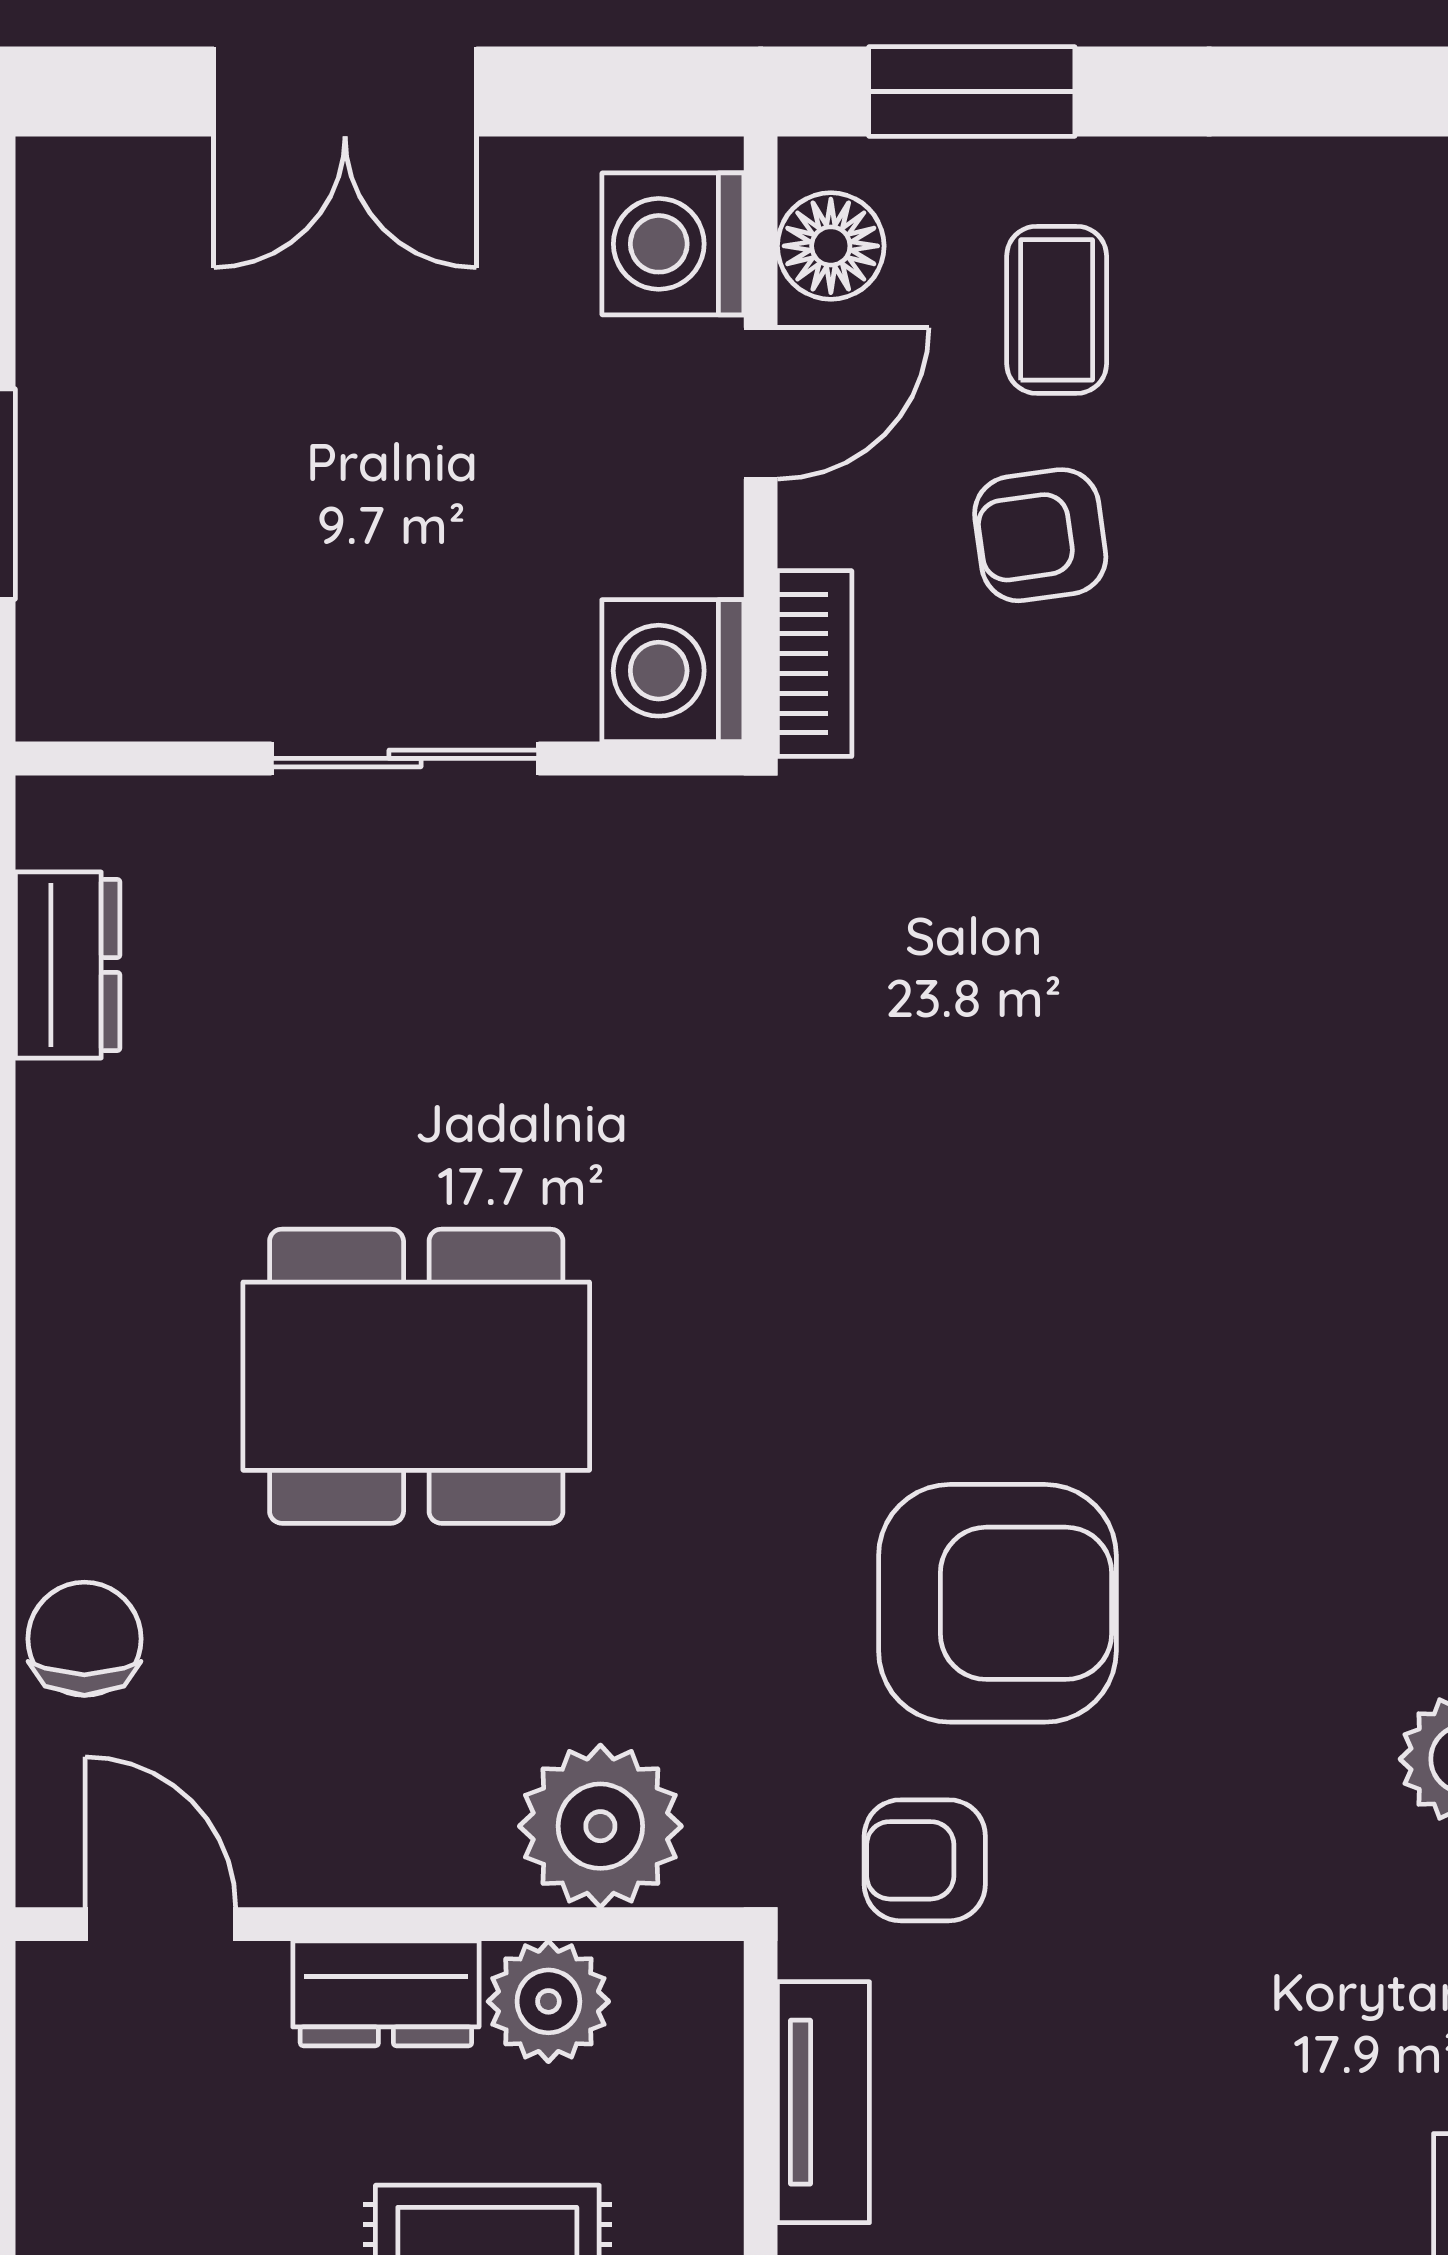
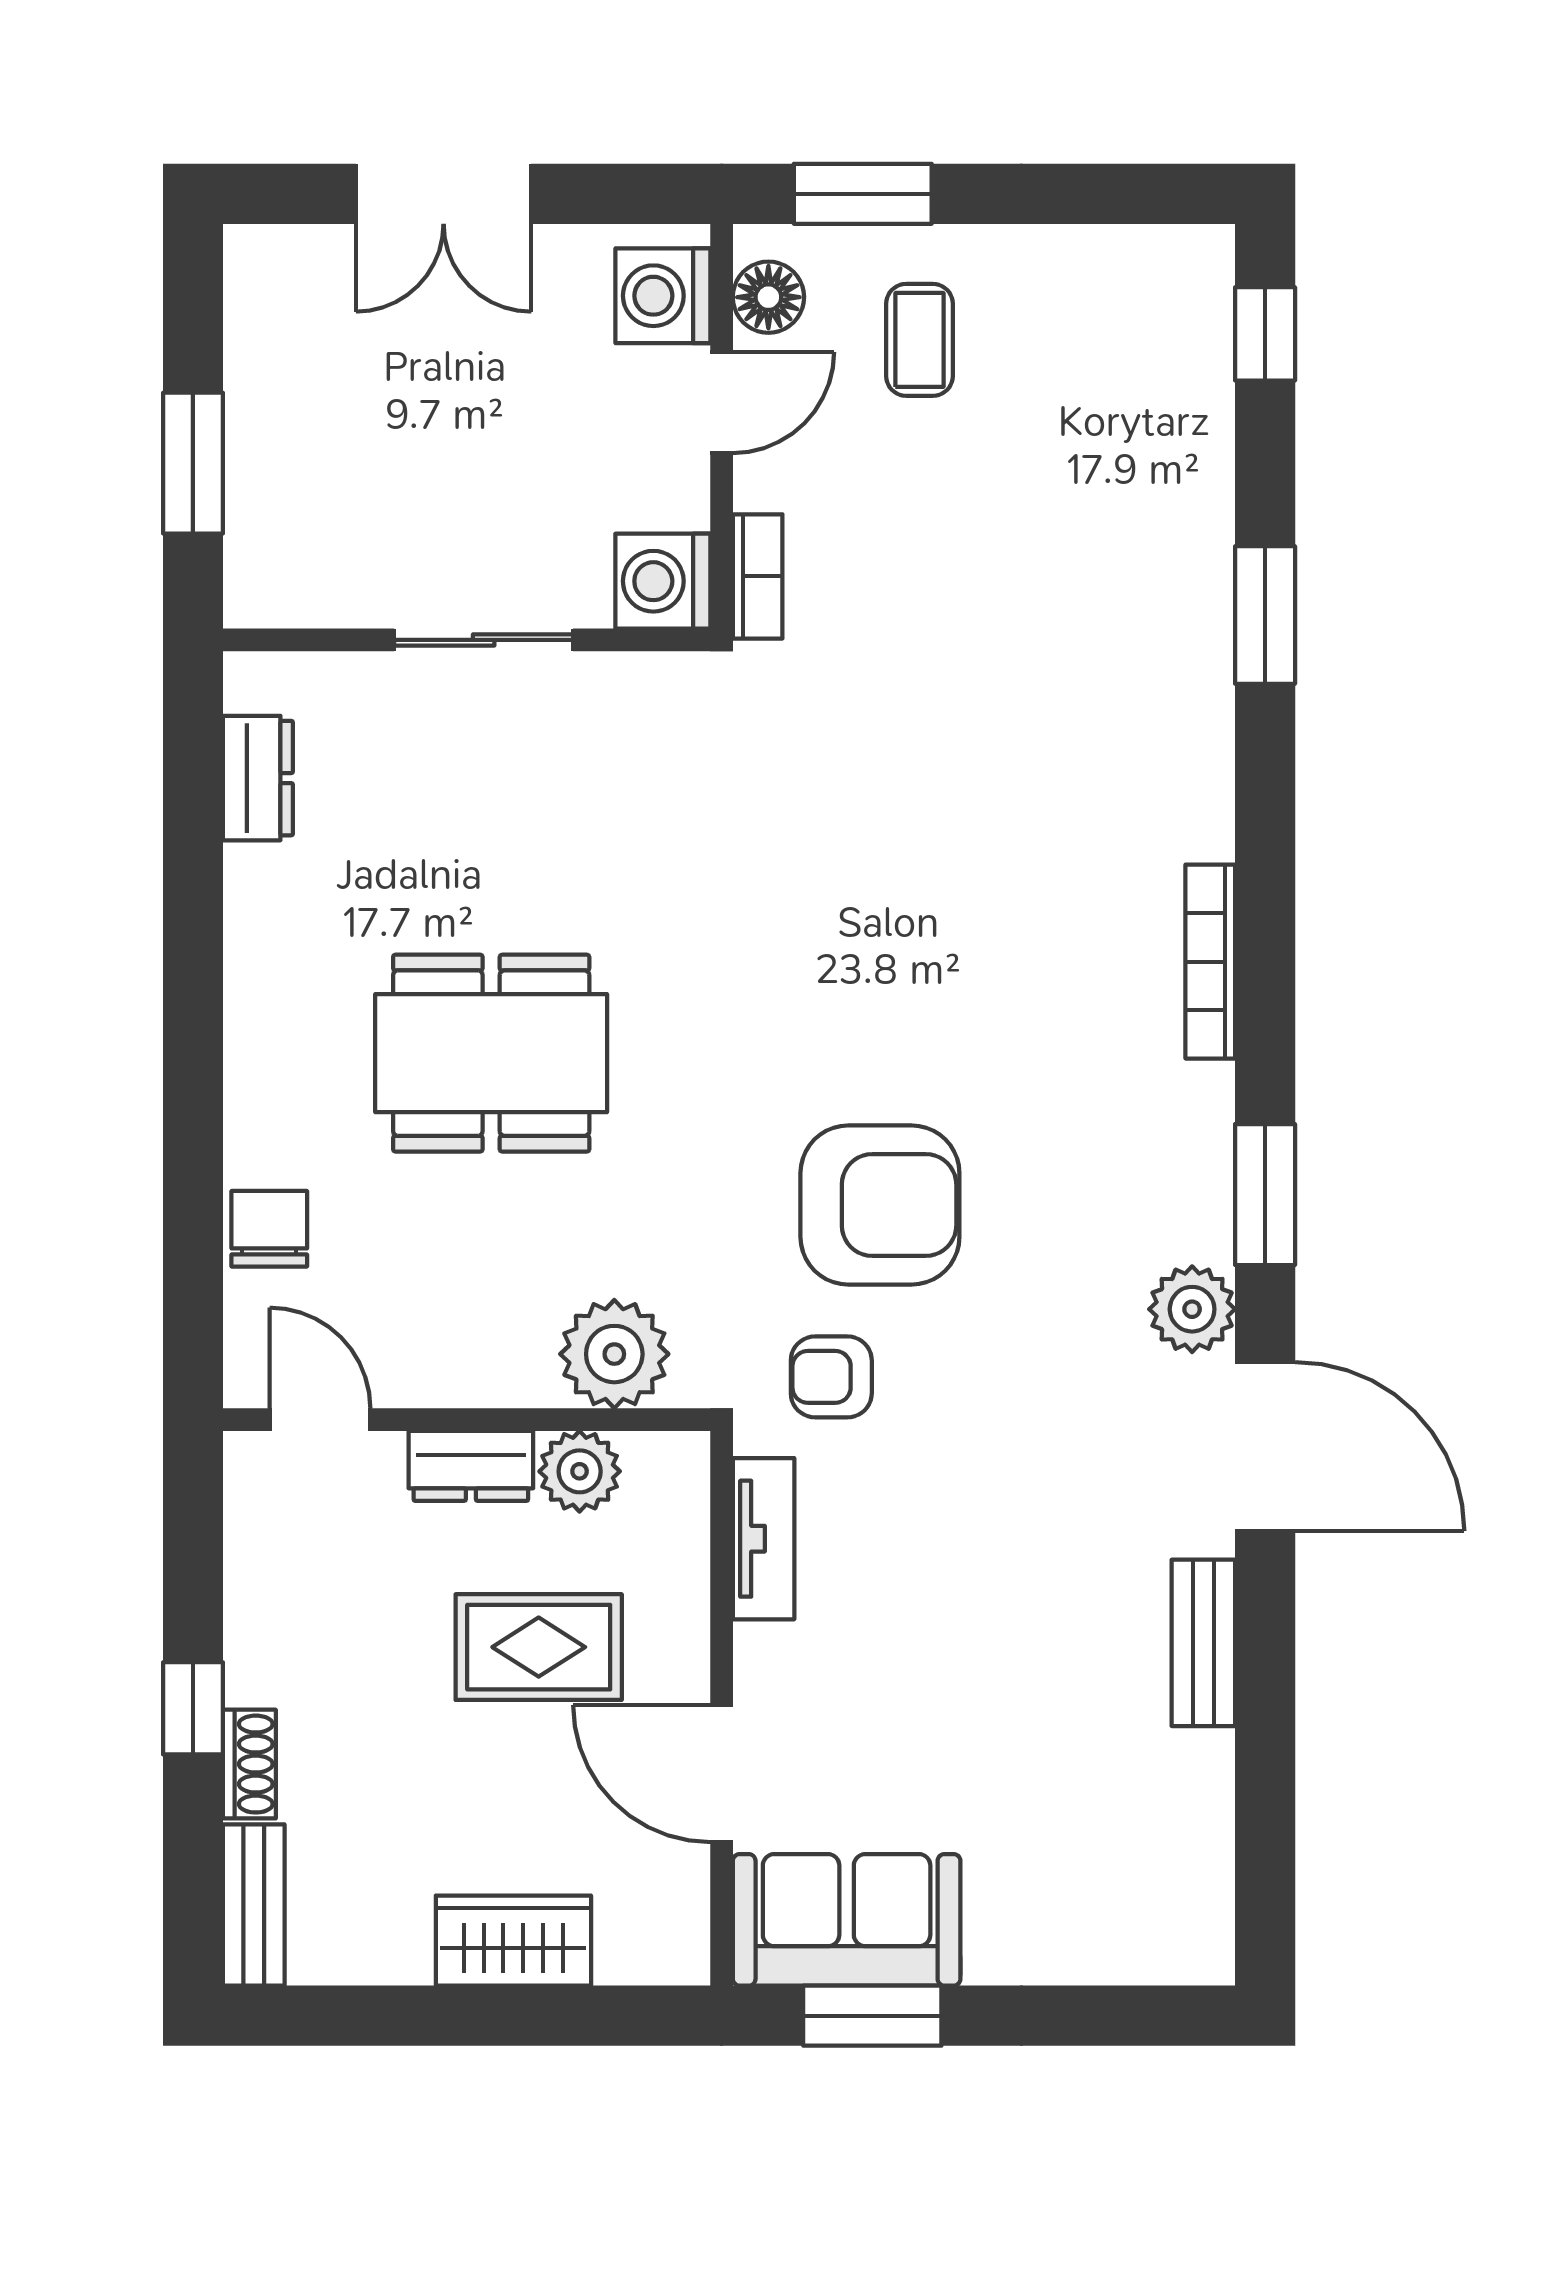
armchair: (1040, 535) -> (909, 491), removed

